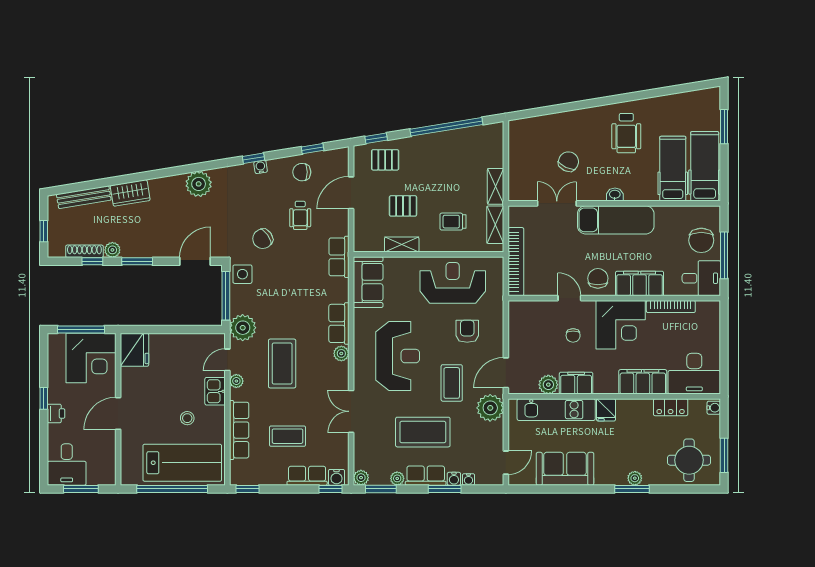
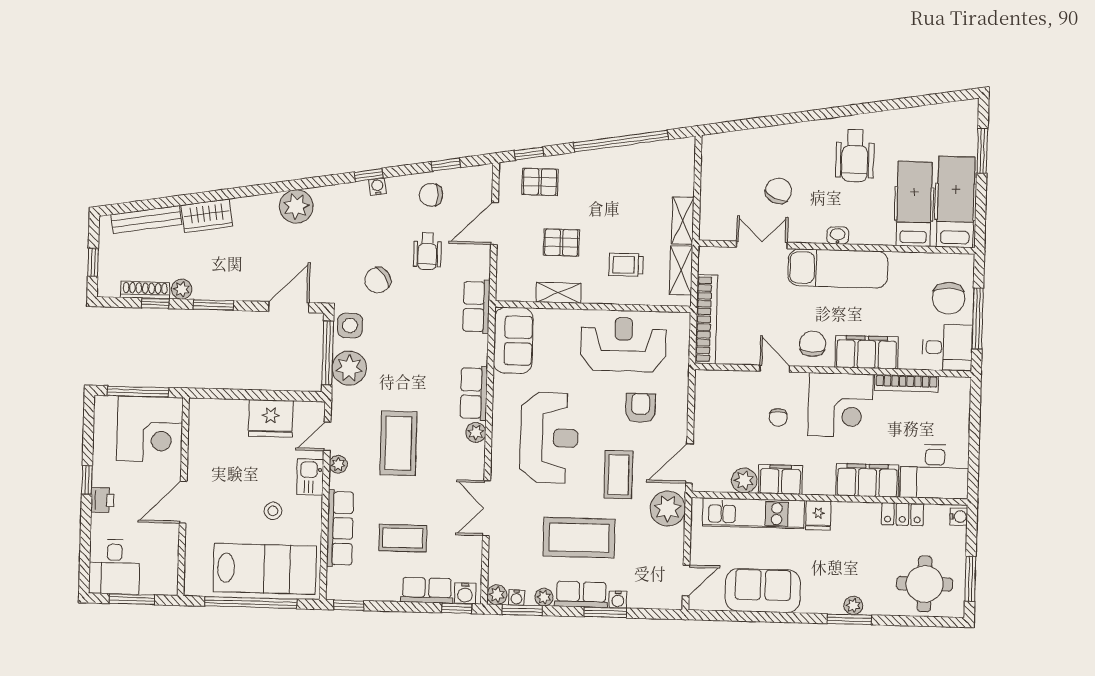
plant: (243, 328) -> (349, 368), moved
fridge: (134, 350) -> (271, 418), moved, turned 90
water cooler: (468, 479) -> (516, 598), moved

